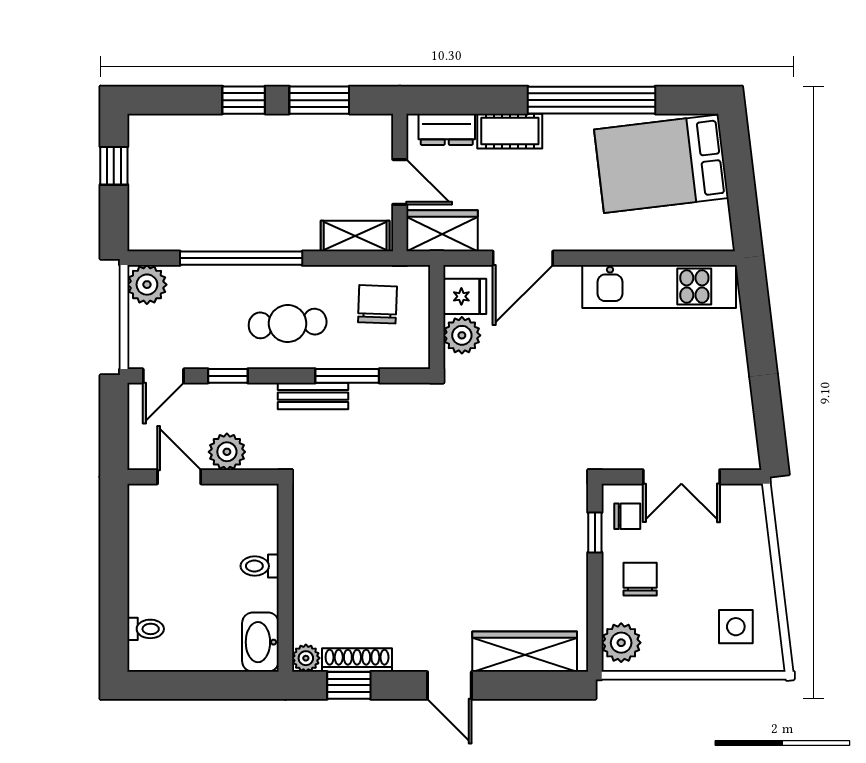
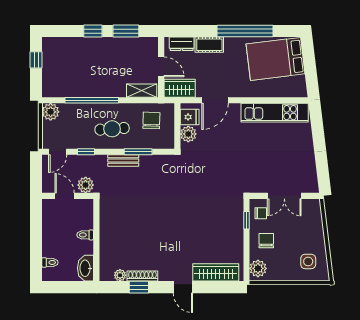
toilet: (260, 566) -> (85, 235), moved
wall: (285, 578) -> (96, 240), moved
washbasin: (260, 642) -> (85, 268), moved

